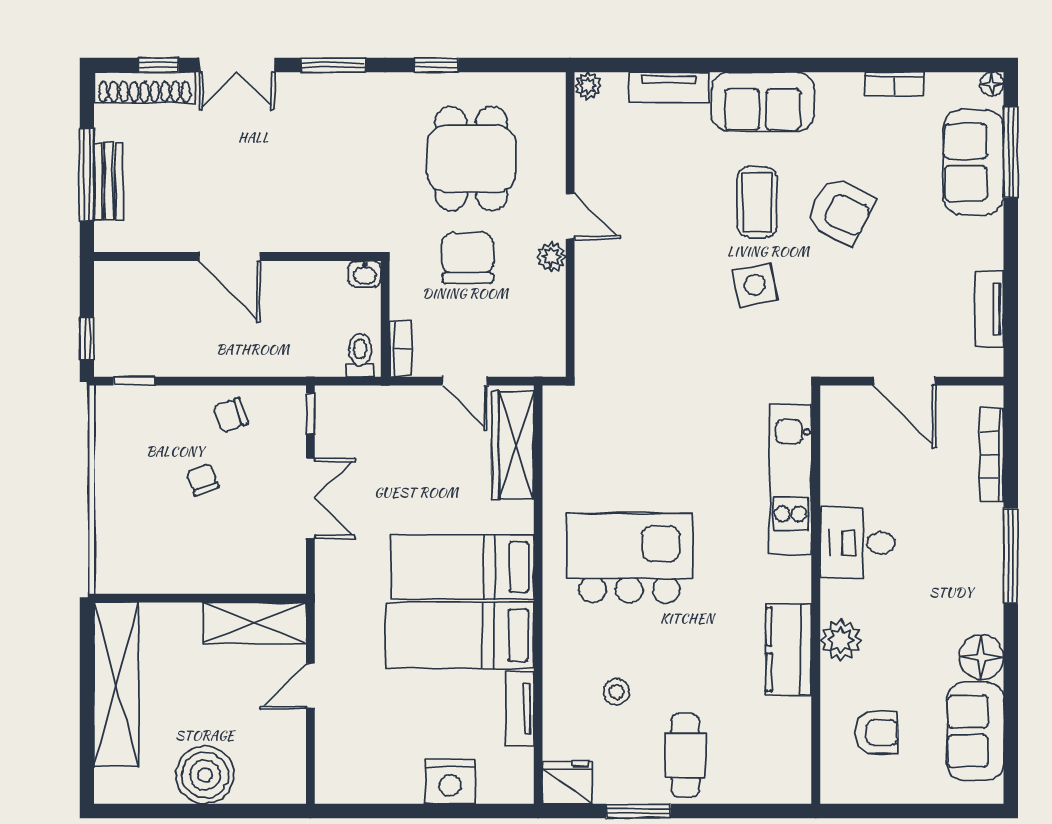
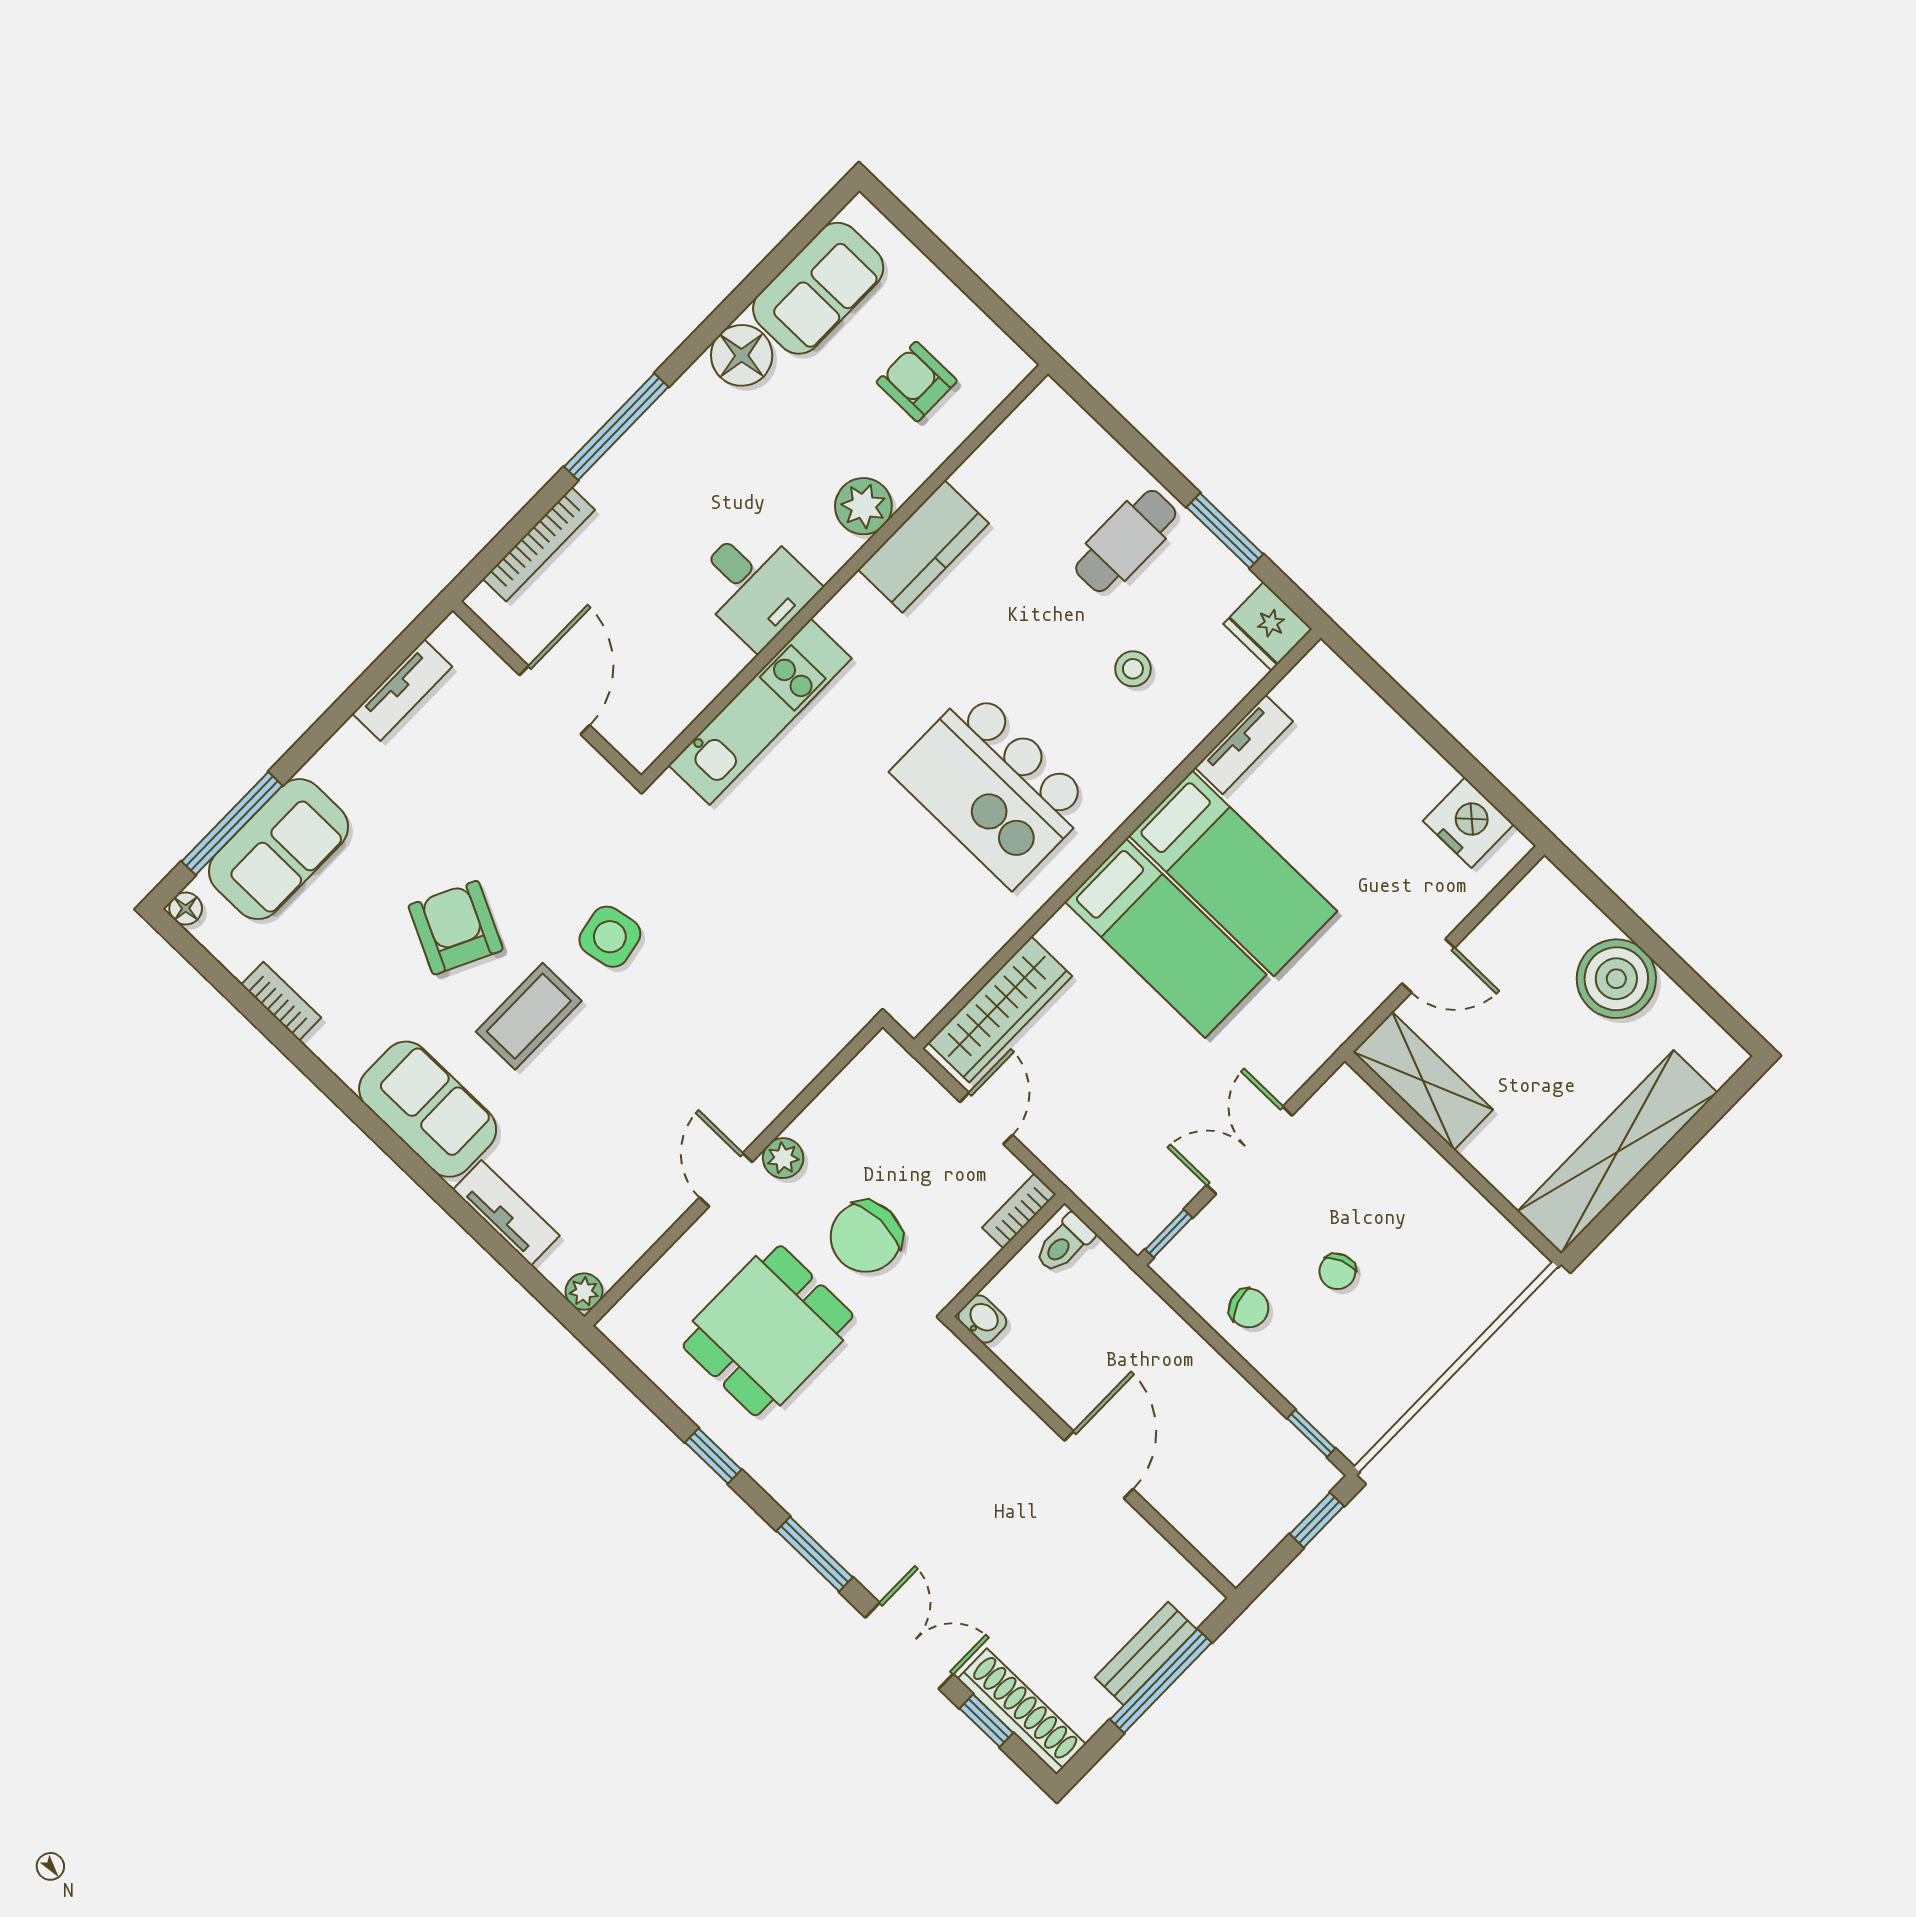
nightstand: (450, 782) -> (1468, 823), moved

